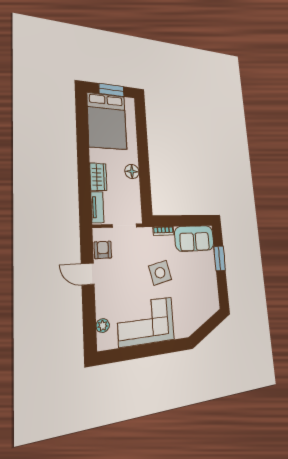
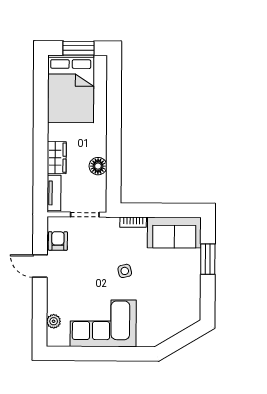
floor lamp: (132, 171) -> (98, 166), moved
side table: (160, 273) -> (125, 271), width x0.54, depth x0.54

